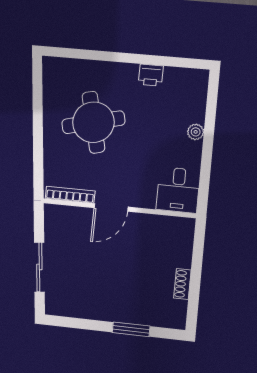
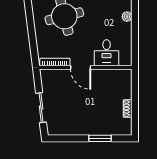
desk: (178, 190) -> (107, 53), moved
door: (111, 207) -> (81, 67), hinge flipped

